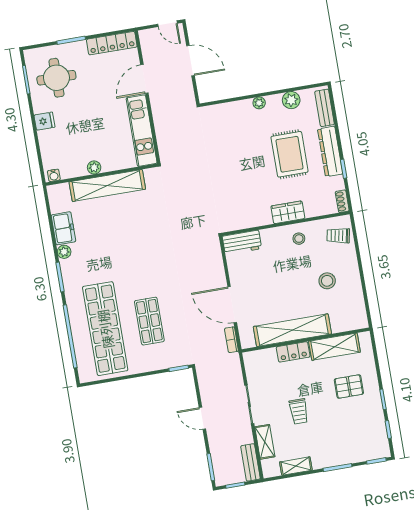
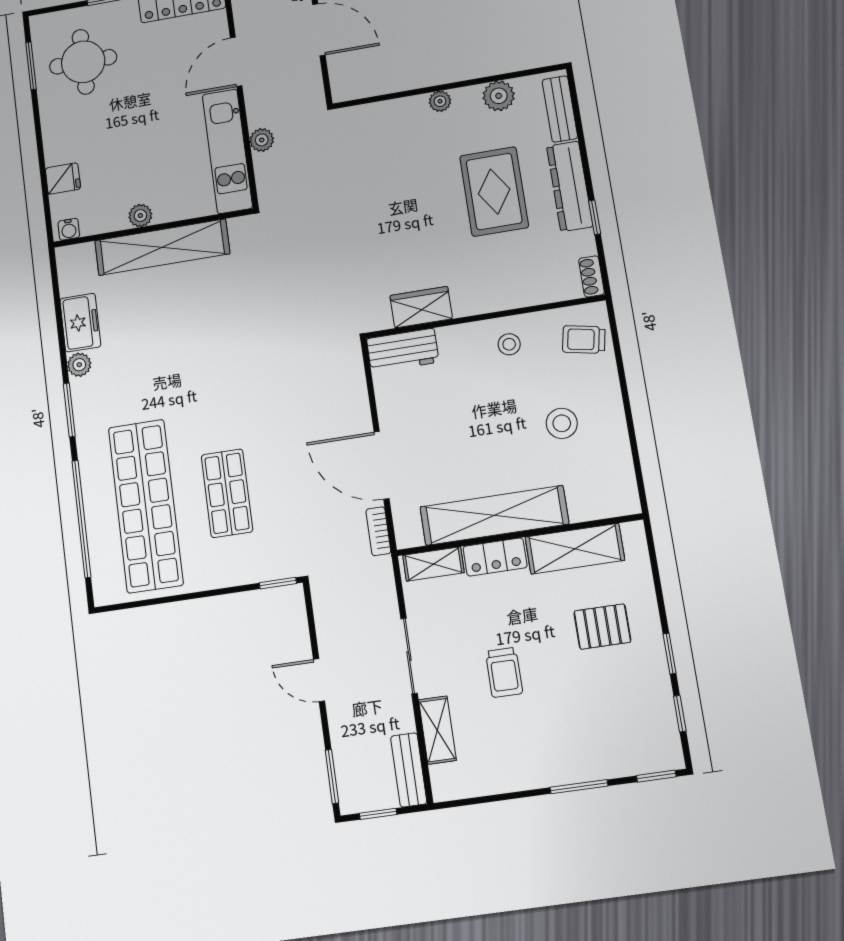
fridge: (44, 121) -> (63, 179), moved
plant: (161, 124) -> (262, 140), added
wardrobe: (288, 212) -> (421, 307), moved
shelving: (296, 466) -> (433, 564), moved

